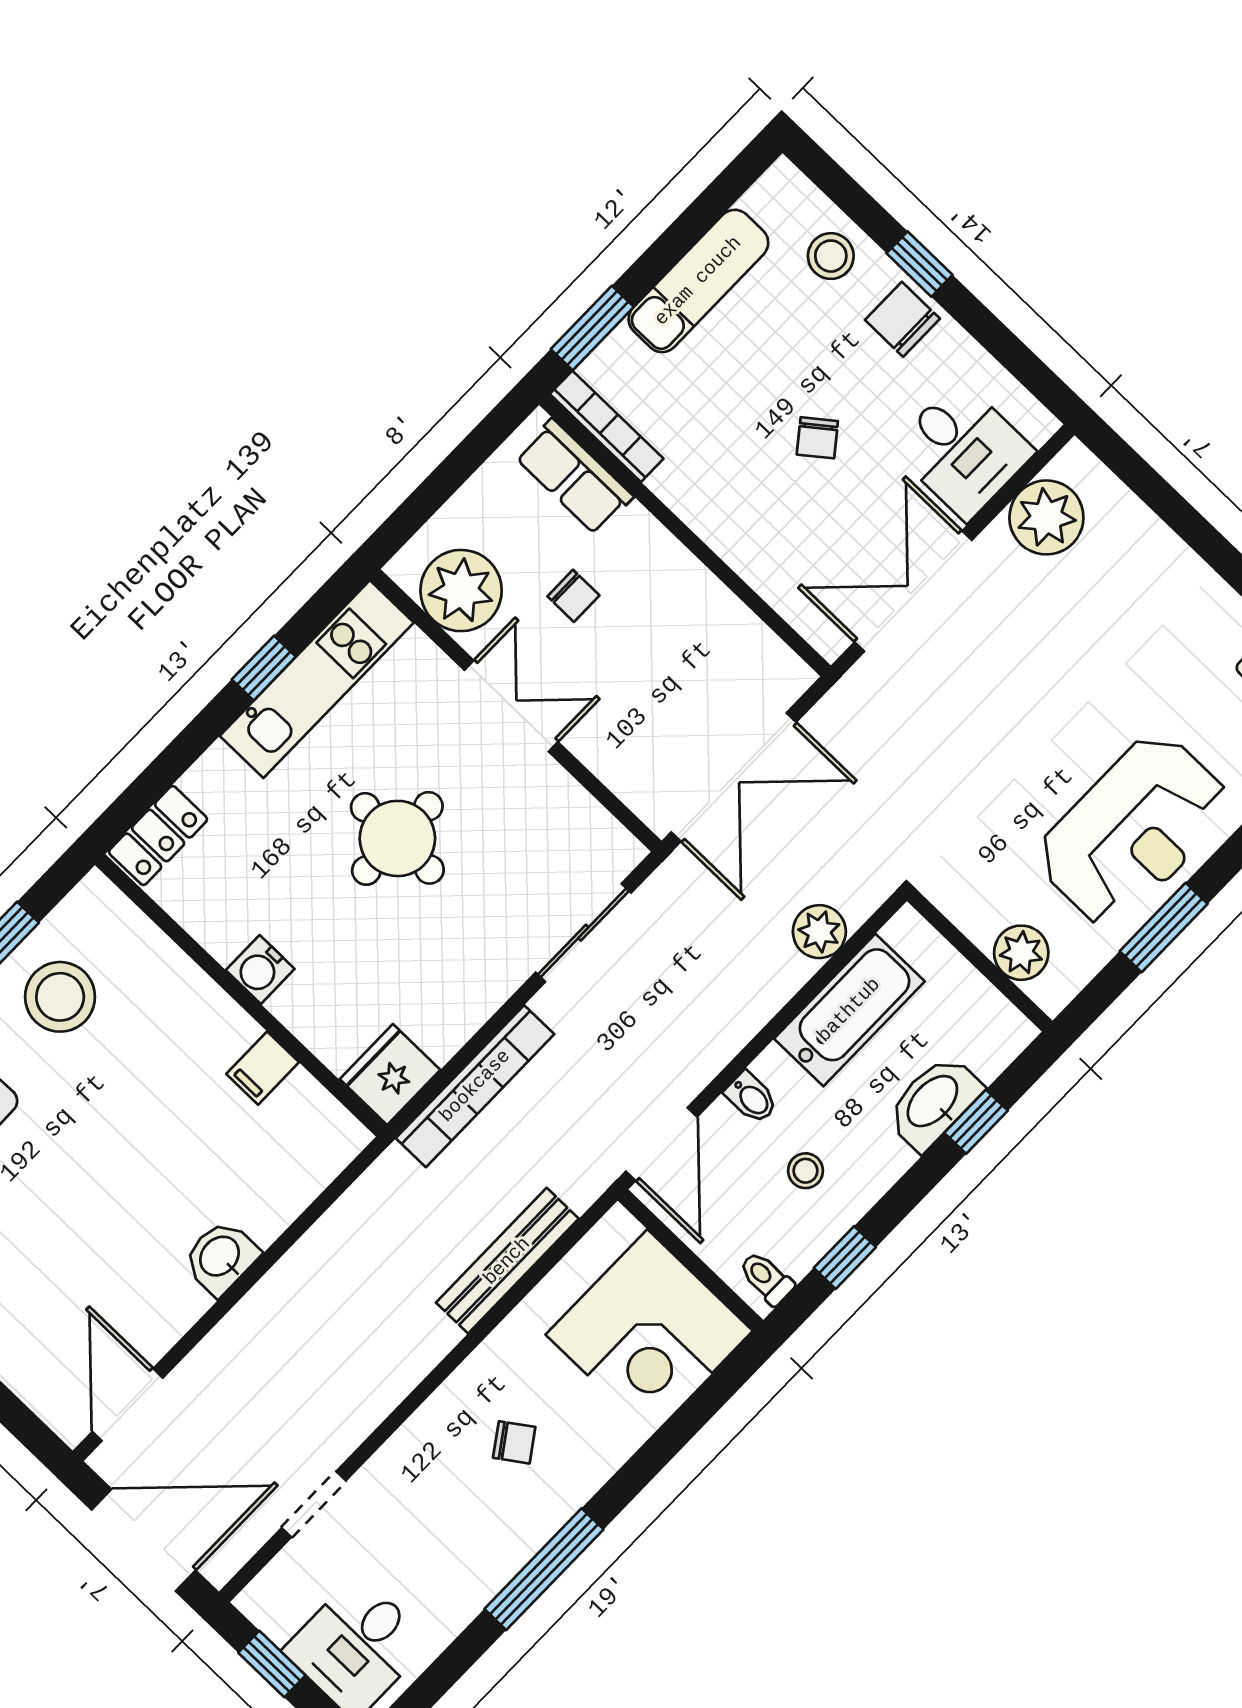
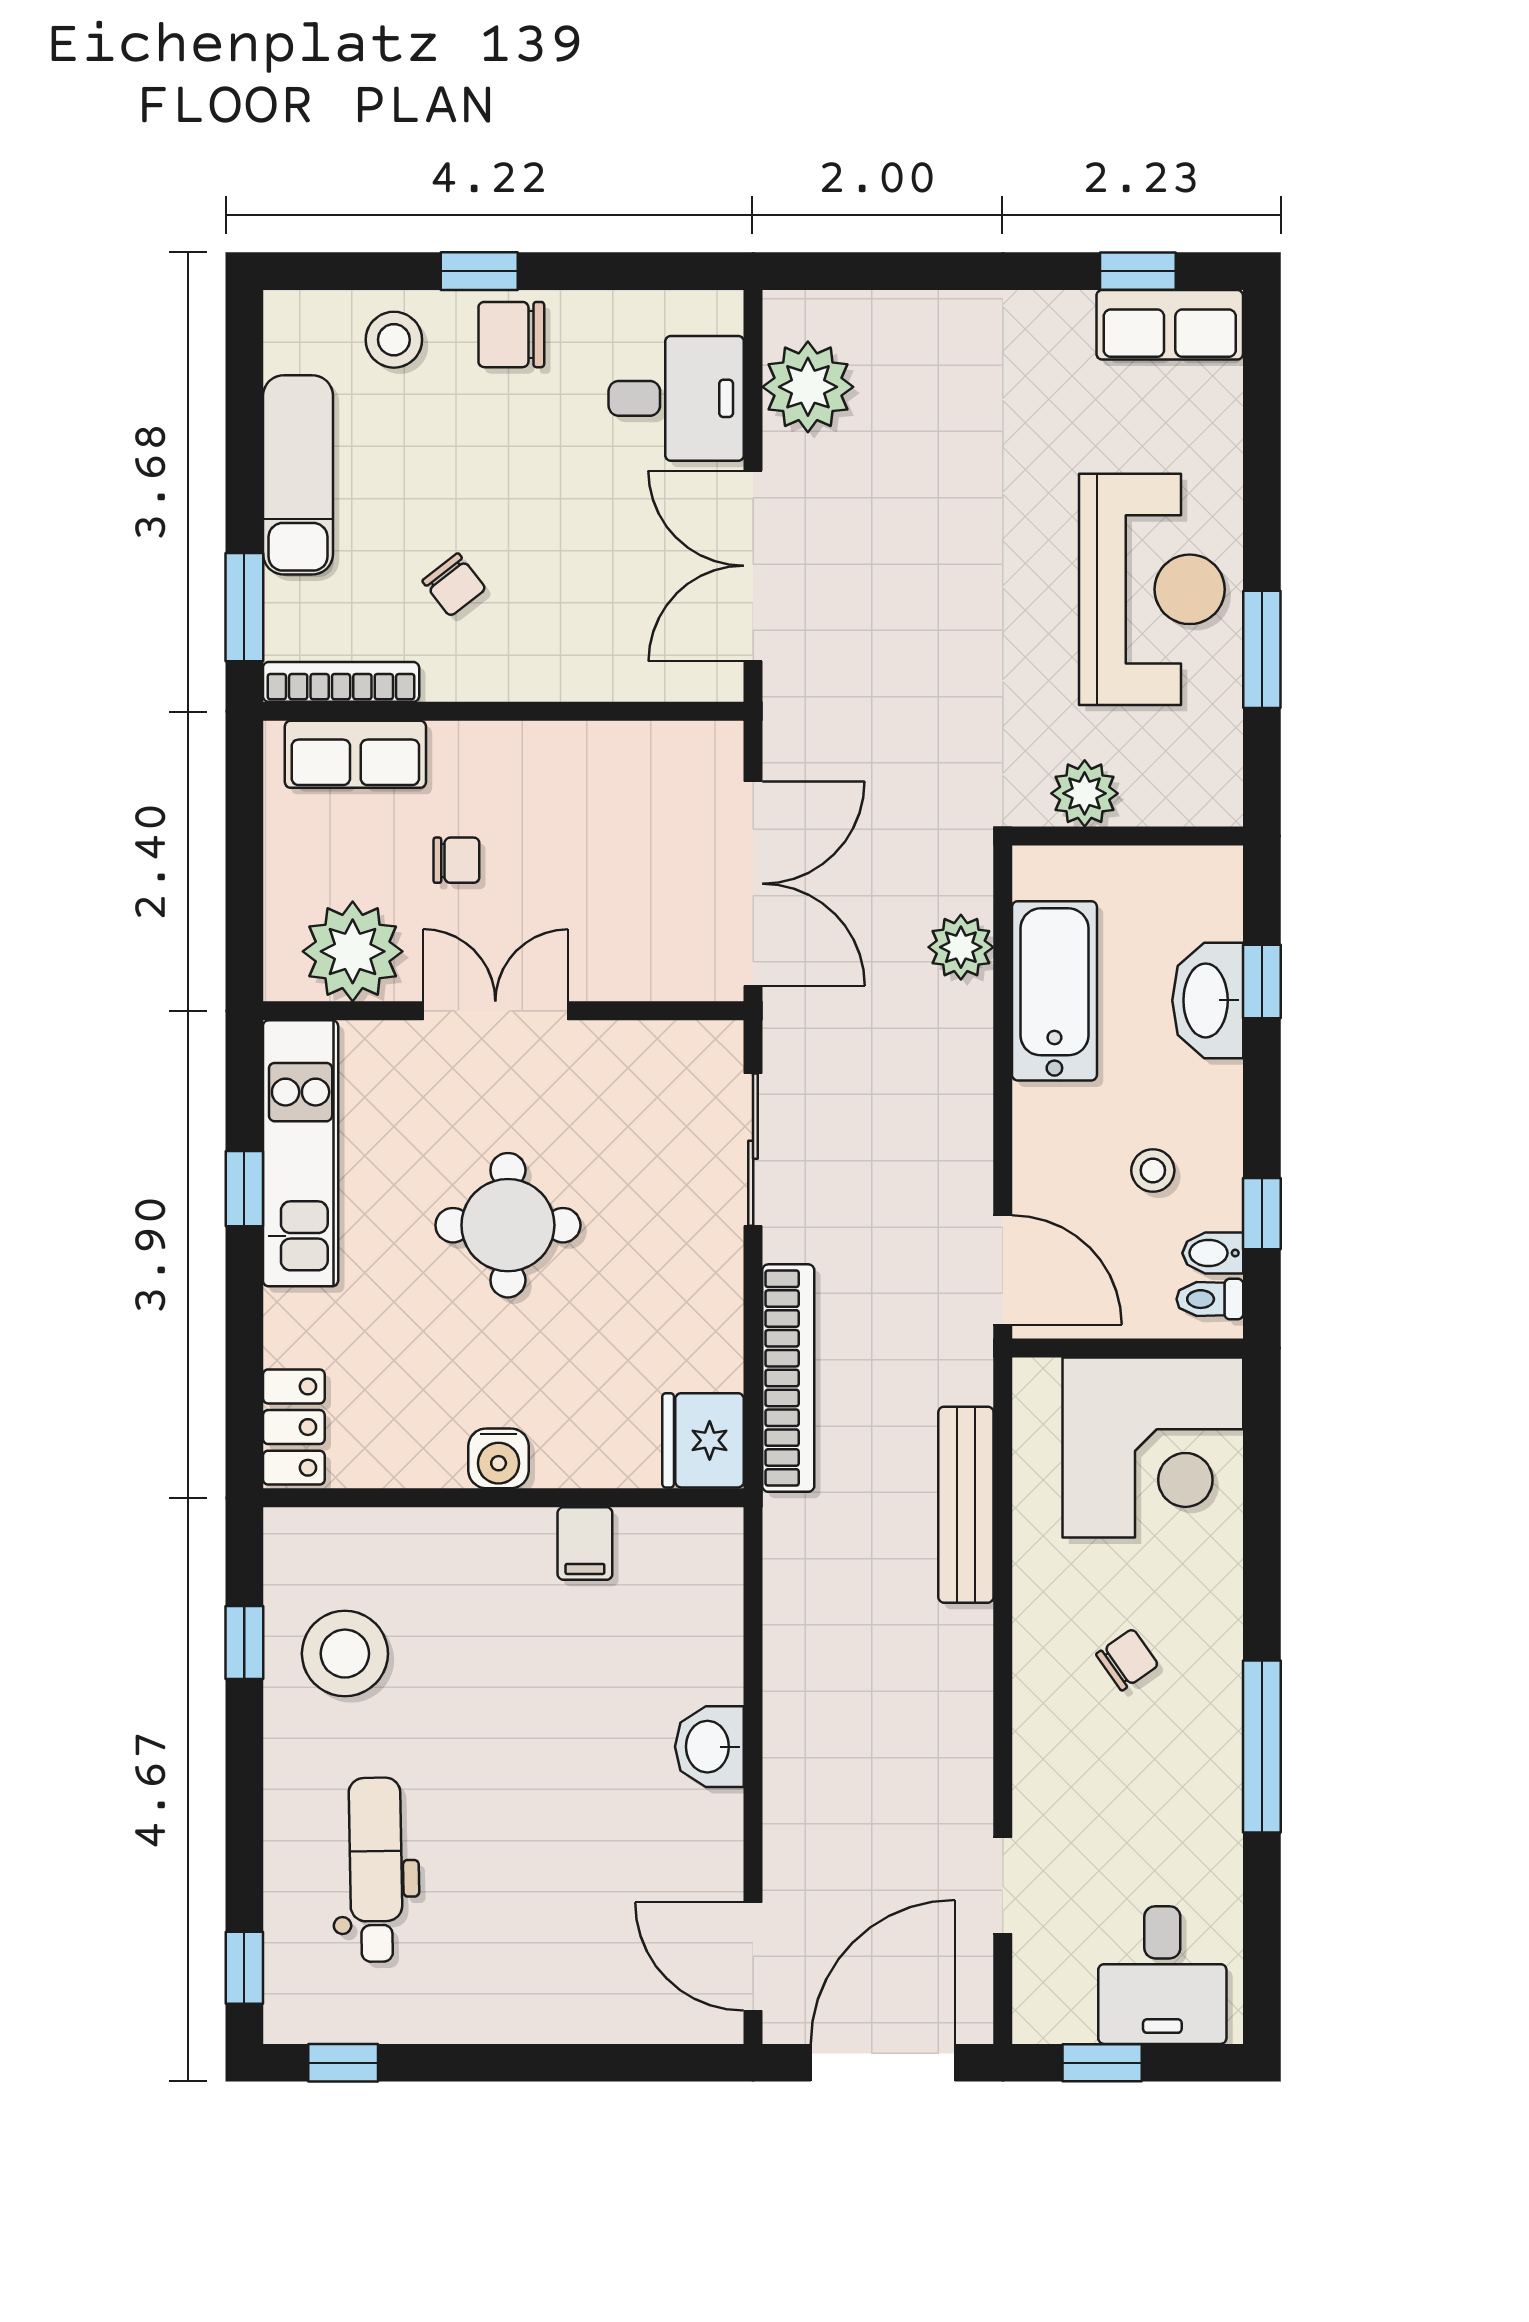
chair: (817, 438) -> (454, 585), moved
plant: (1021, 953) -> (1085, 793), moved
bidet: (751, 1098) -> (1213, 1253), moved, turned 180

